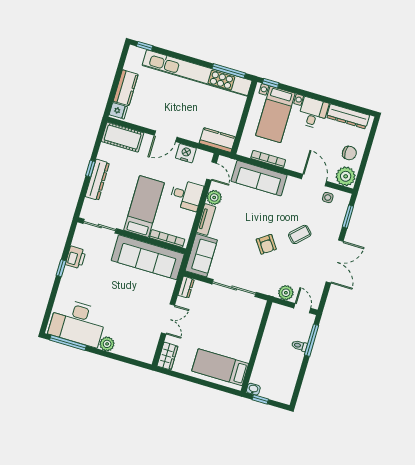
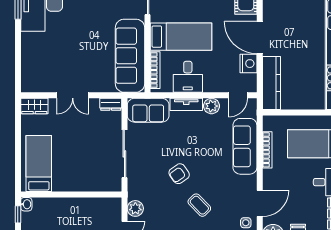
door: (166, 136) -> (260, 38), width x1.36
kitchen counter: (217, 140) -> (271, 83), width x1.50
desk: (186, 195) -> (188, 77), moved
plant: (107, 344) -> (29, 40), removed

